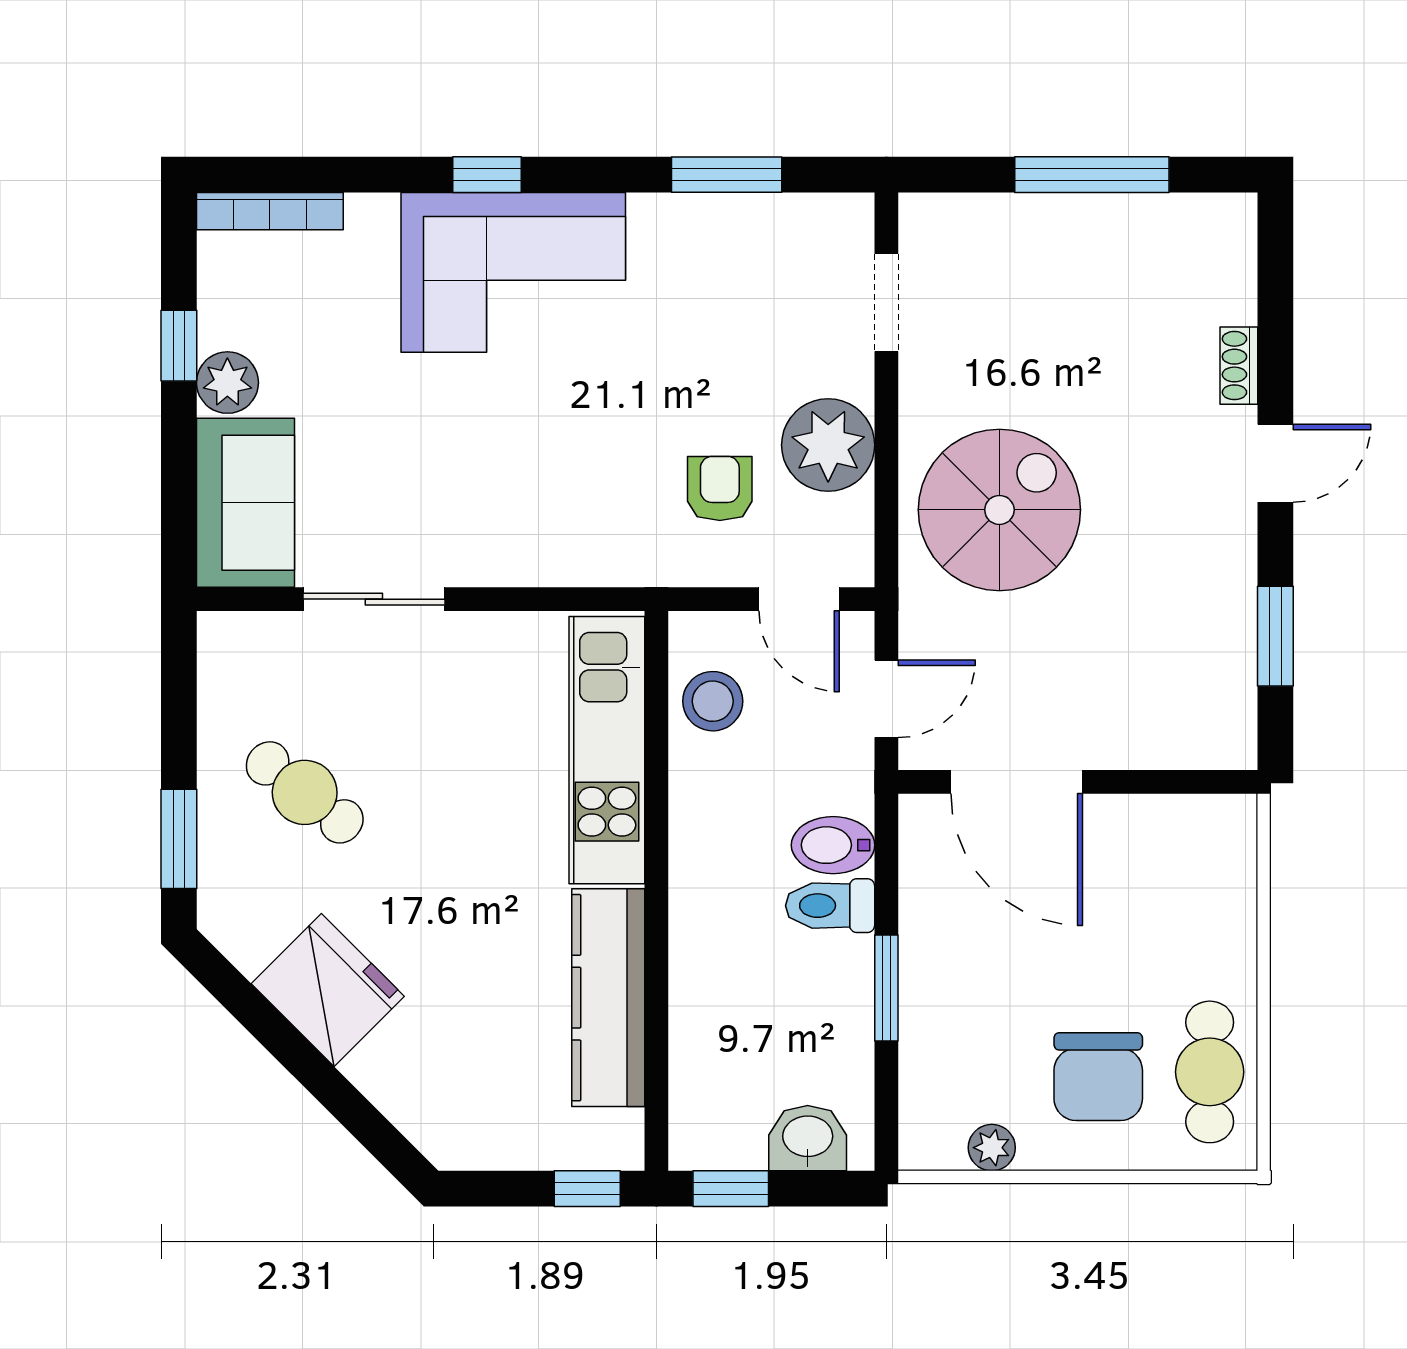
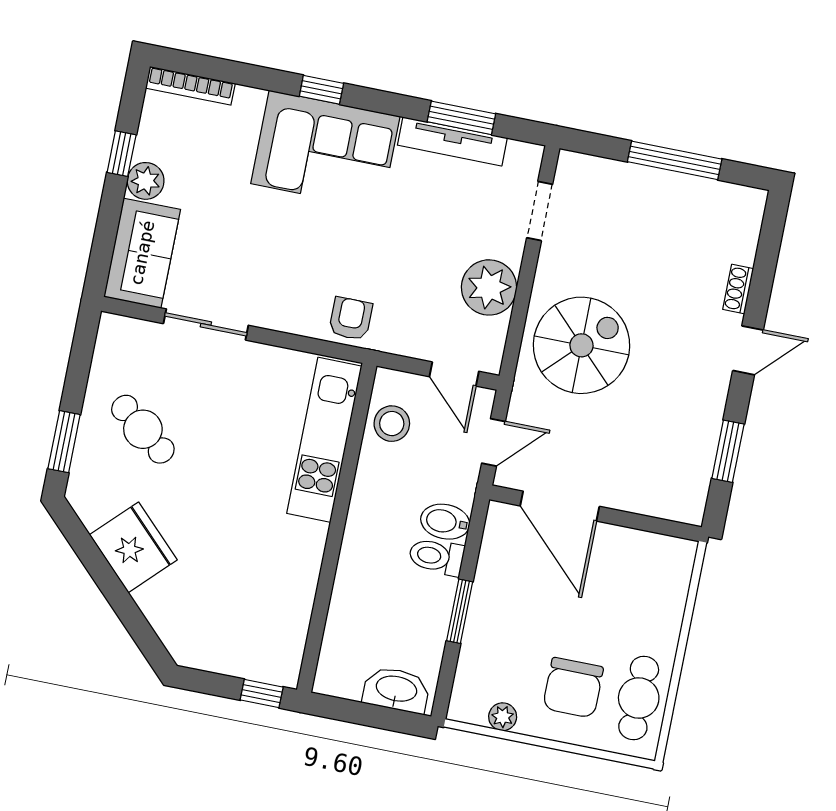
tv unit: (720, 217) -> (452, 141), added
armchair: (720, 488) -> (351, 319), moved
kitchen counter: (608, 998) -> (296, 584), removed
washbasin: (808, 1138) -> (396, 690), width x1.38
window: (731, 1189) -> (345, 710), removed

